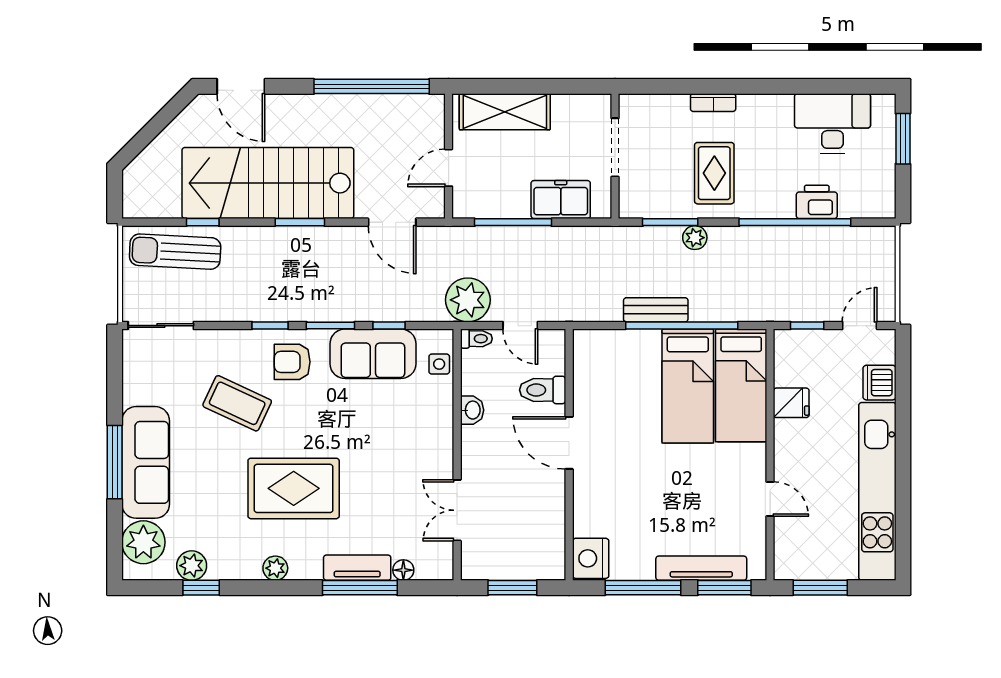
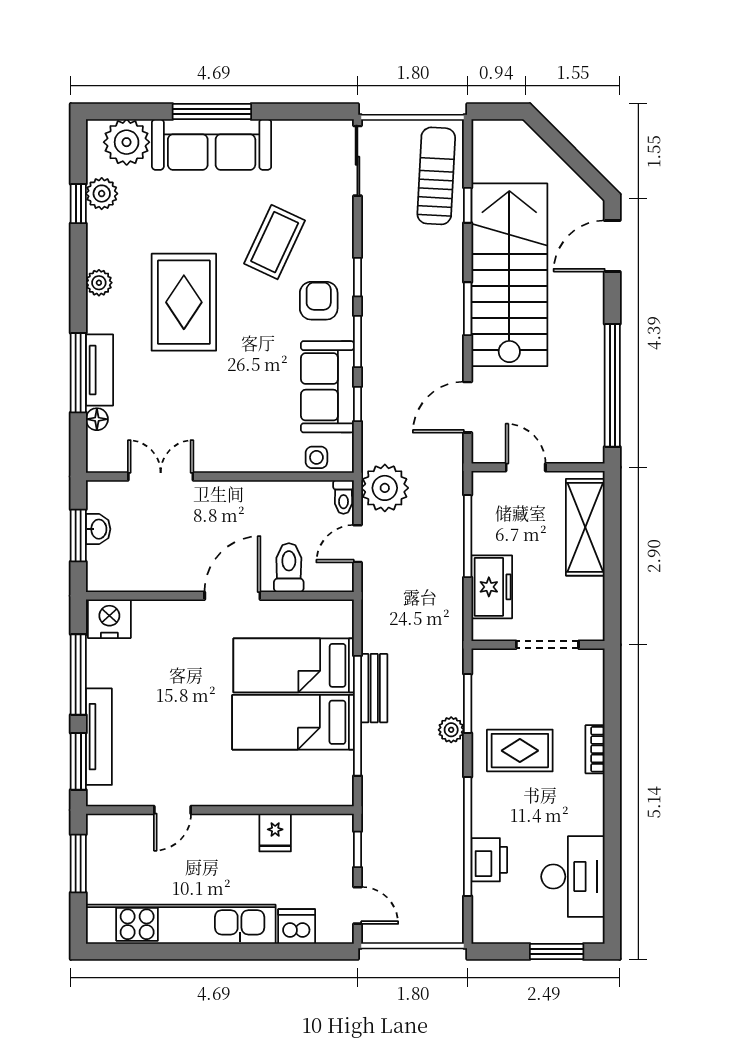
bed: (741, 385) -> (294, 665), moved
washbasin: (472, 410) -> (98, 529), moved, turned -90

